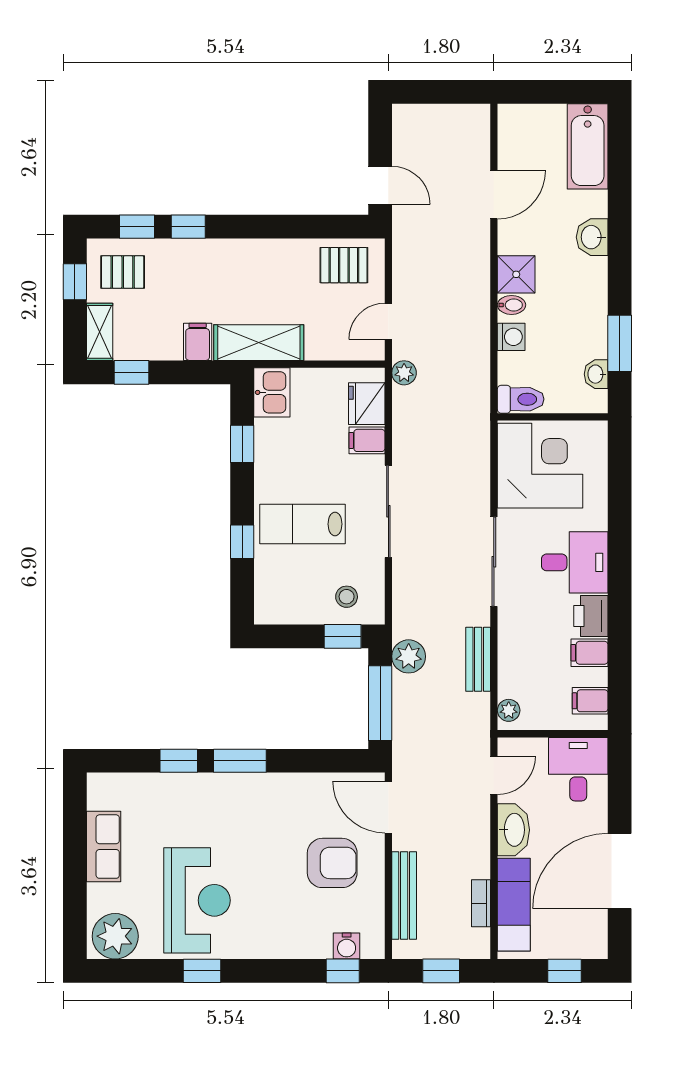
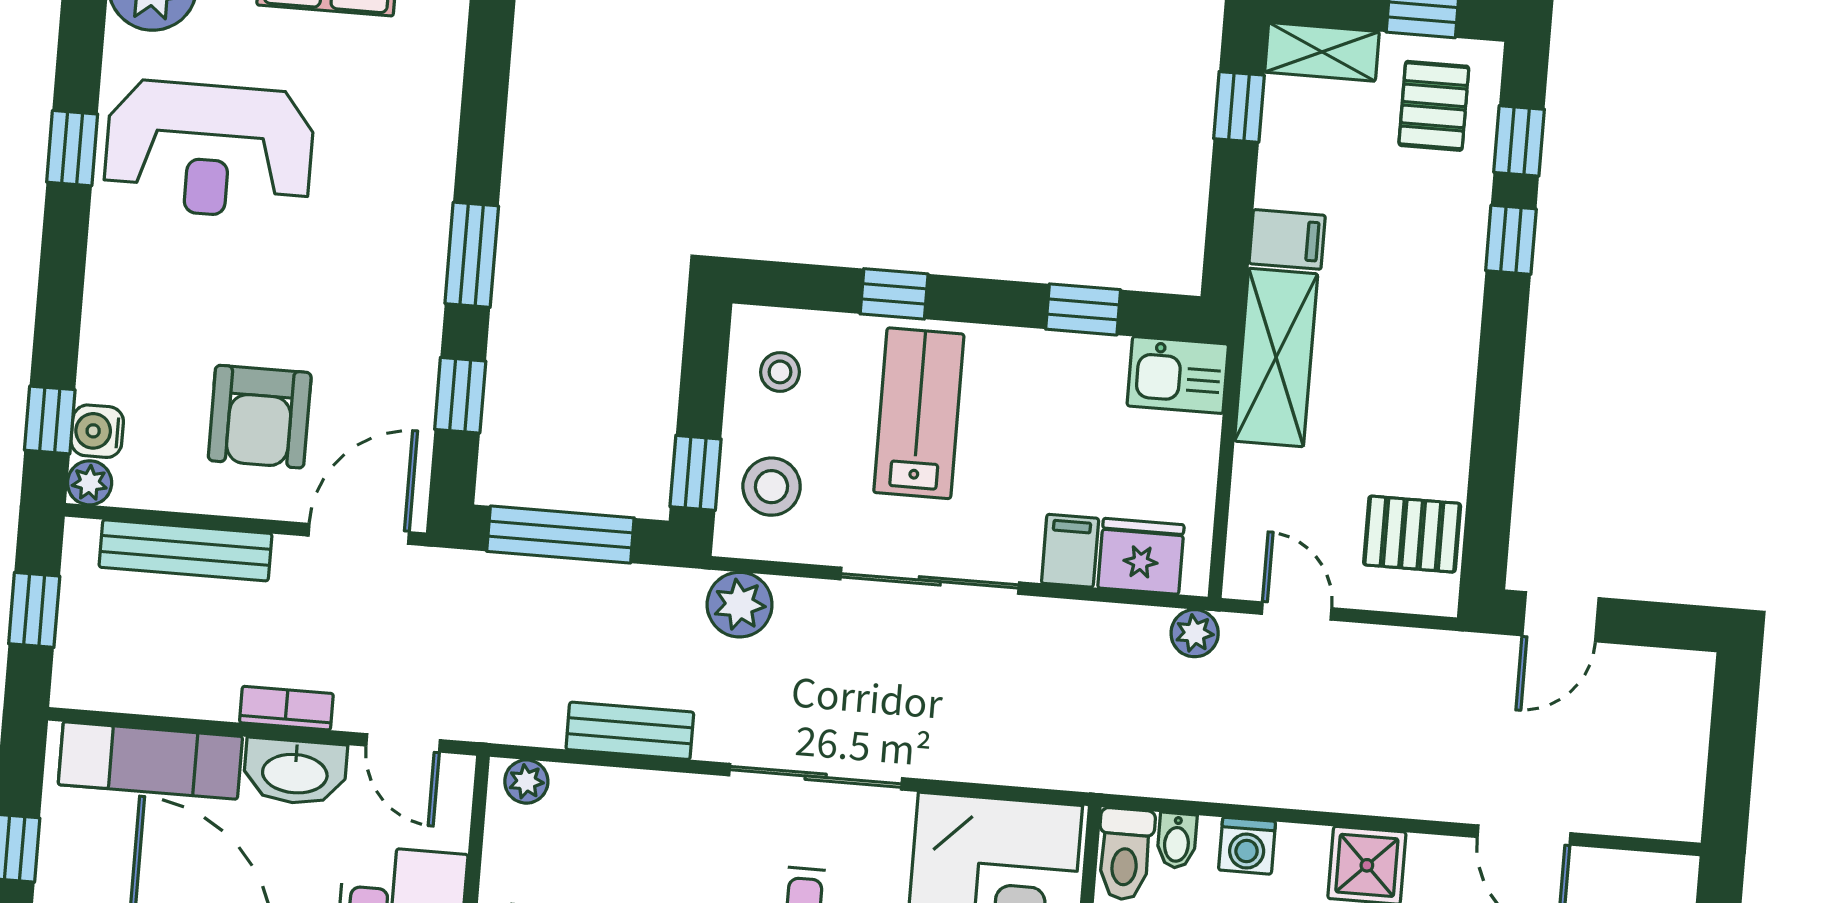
pallet: (344, 265) -> (1412, 534), turned 90
bidet: (512, 305) -> (1177, 841), moved
stool: (287, 597) -> (780, 372), added
stool: (347, 597) -> (772, 487), width x1.37, depth x1.37
plant: (409, 656) -> (740, 605), moved
window: (179, 761) -> (460, 395), moved
bookcase: (481, 903) -> (286, 708), moved
plant: (373, 948) -> (90, 483), added

